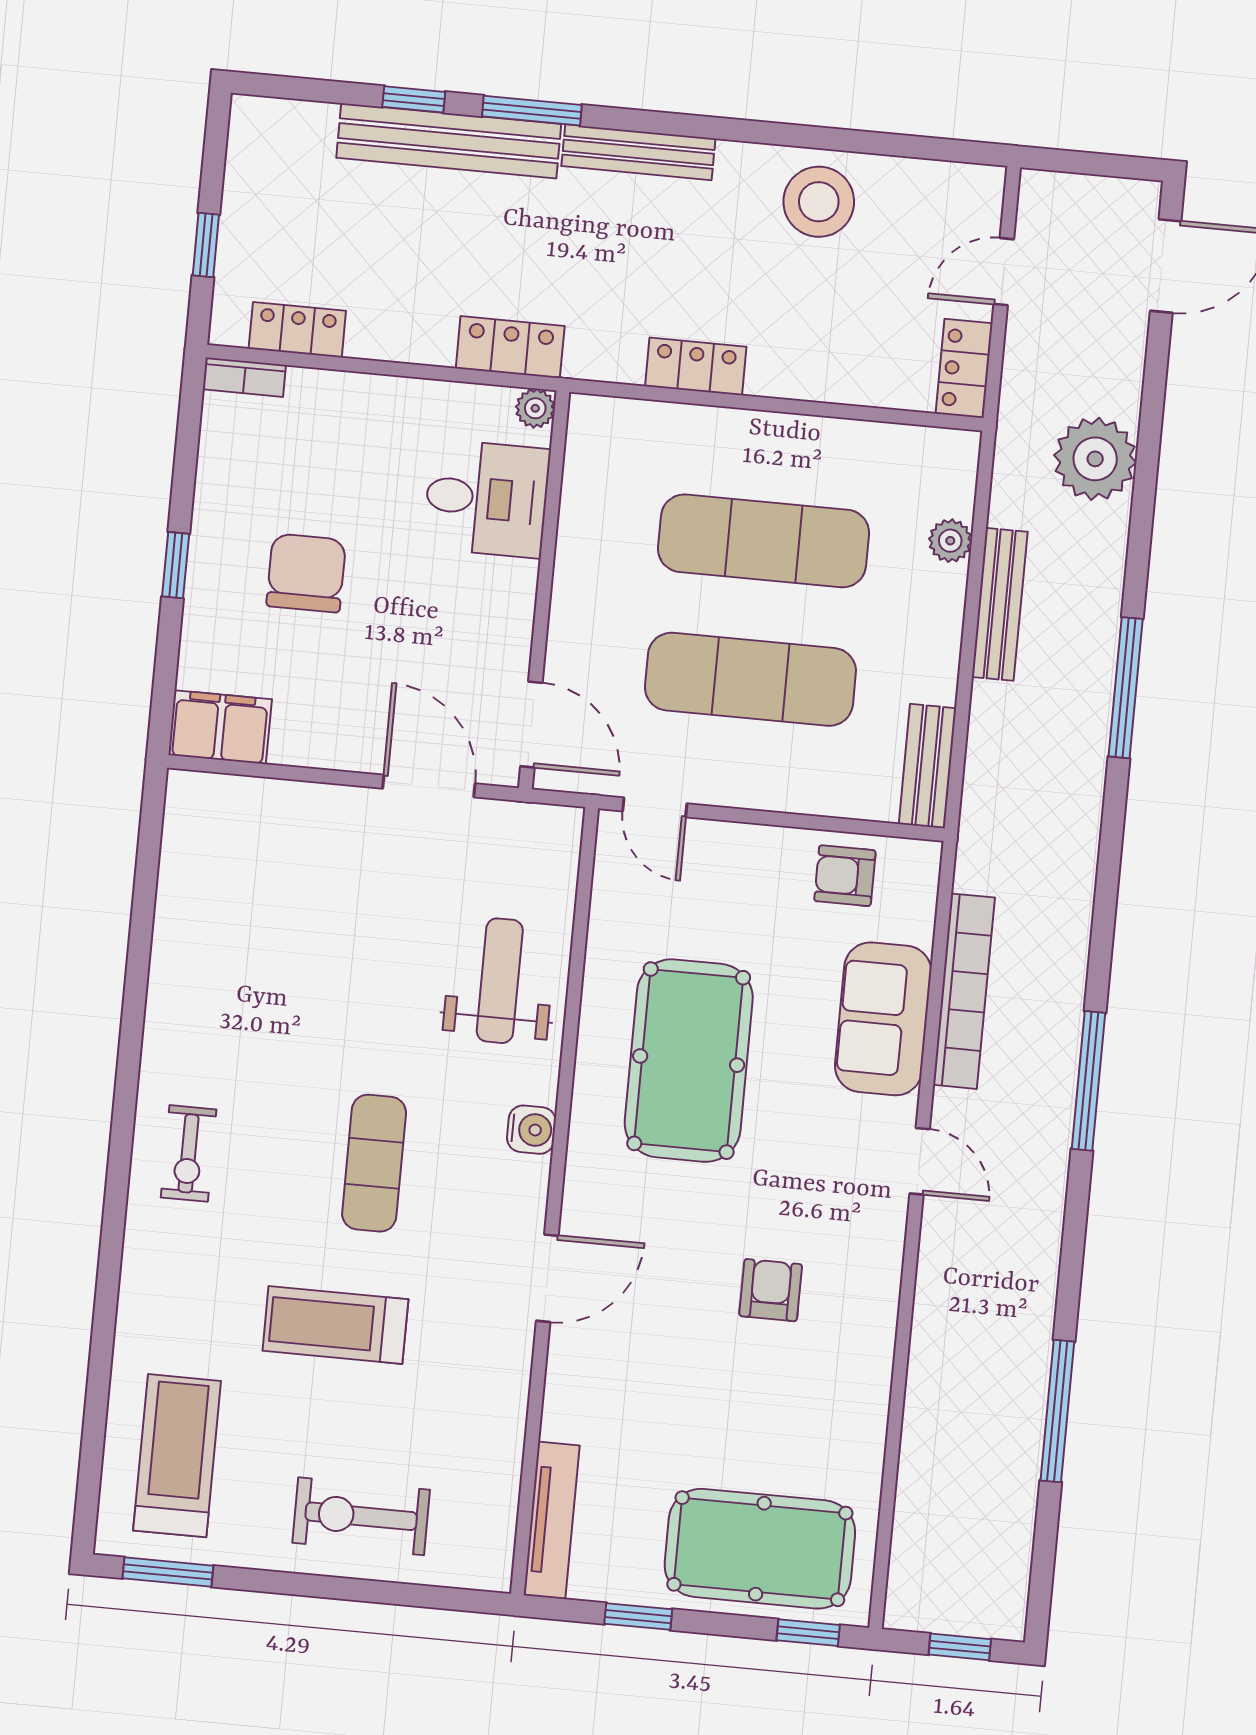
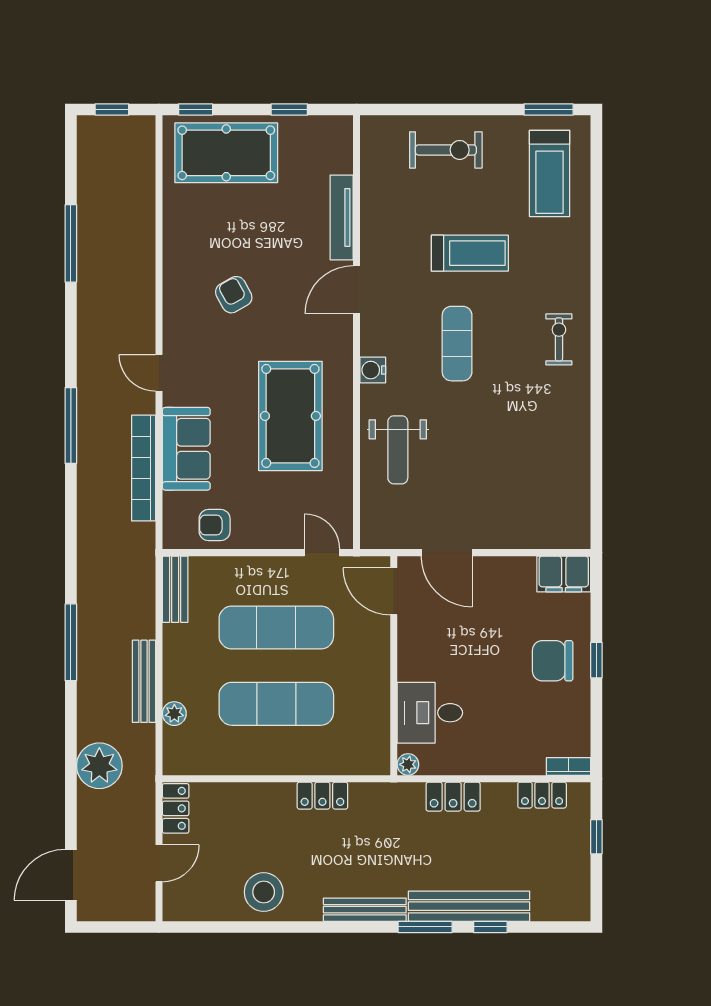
locker: (510, 347) -> (453, 797), moved
chair: (306, 573) -> (553, 661), moved, turned 90
armchair: (845, 876) -> (215, 525), turned 180
armchair: (771, 1290) -> (234, 295), turned 151
tv unit: (552, 1520) -> (342, 217), moved

